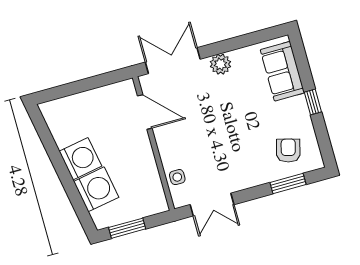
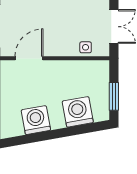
washing machine: (80, 159) -> (36, 120), moved

